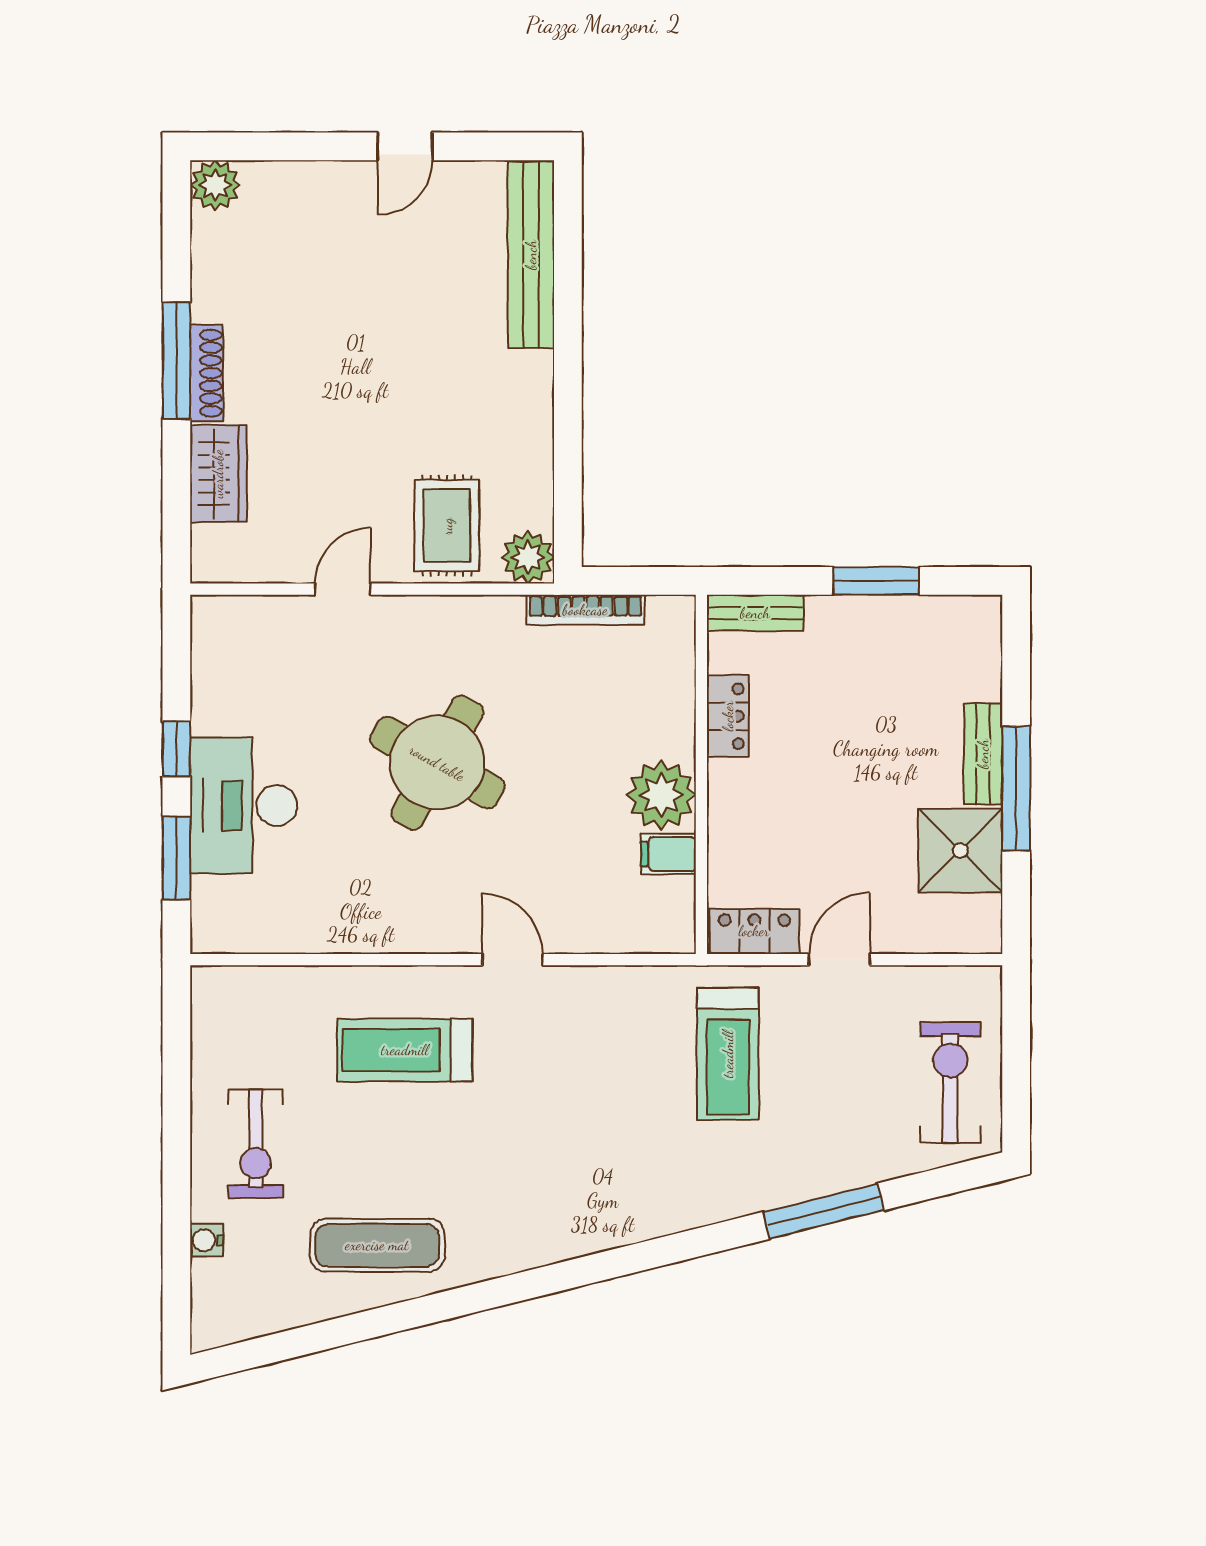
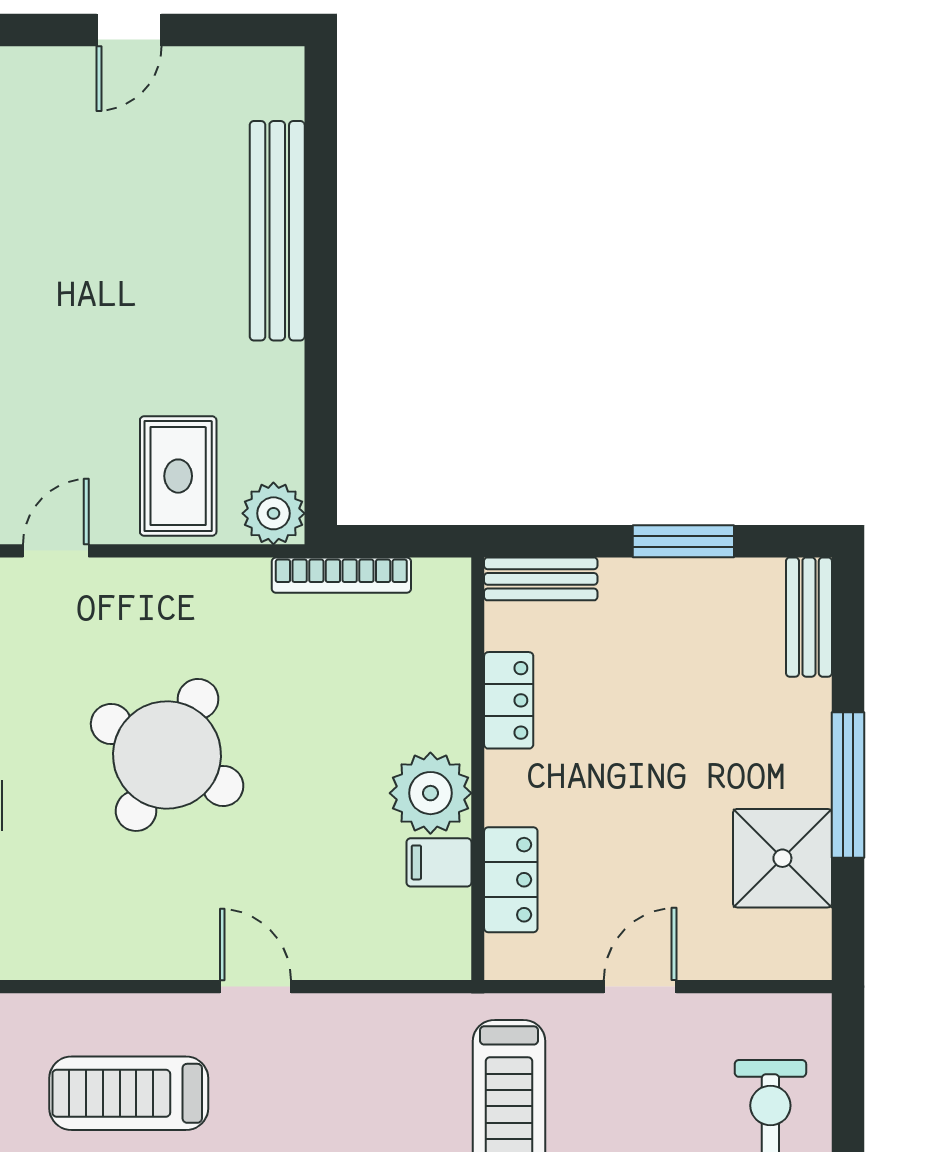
bench: (531, 255) -> (277, 231), moved
bench: (983, 754) -> (809, 617), moved
locker: (754, 931) -> (511, 880), moved, turned 90

